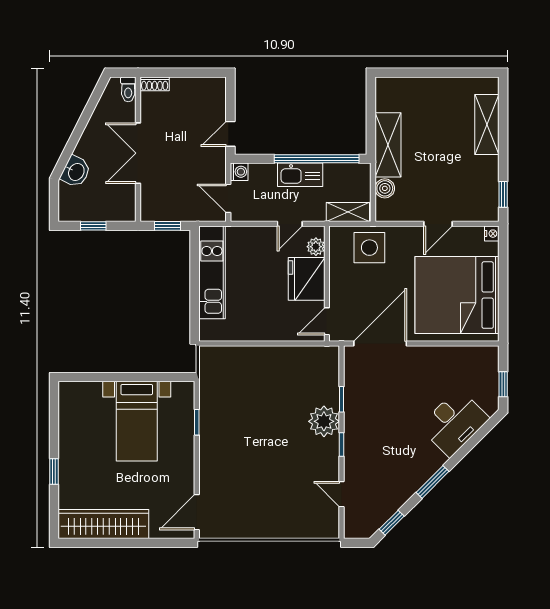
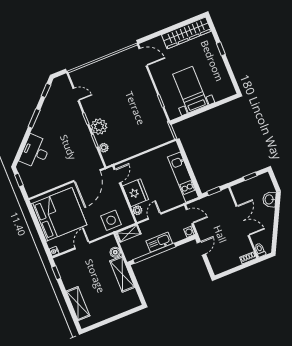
plant: (331, 381) -> (104, 148), added
door: (197, 512) -> (143, 57), hinge flipped

